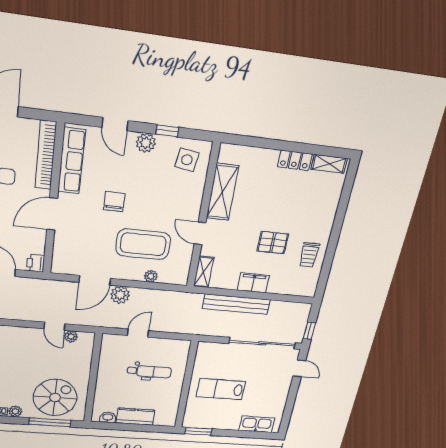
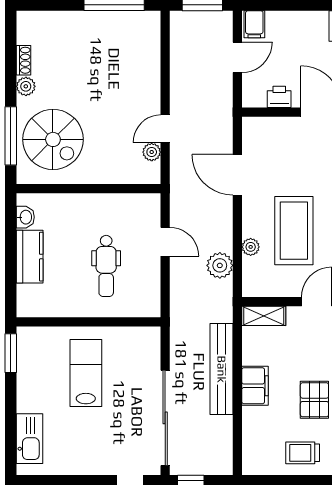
printer: (36, 263) -> (279, 97), moved
plant: (120, 295) -> (220, 265), moved

